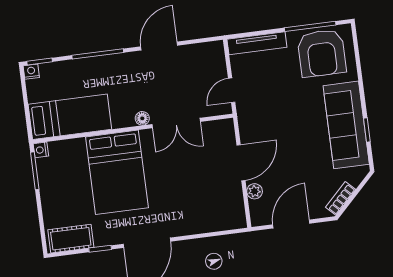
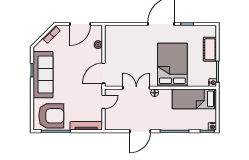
armchair: (322, 53) -> (51, 116), turned 90
door: (241, 163) -> (103, 73), moved
cot: (71, 239) -> (210, 49), moved, turned 90

